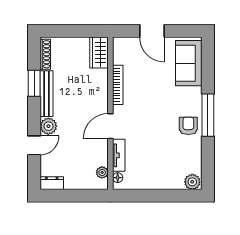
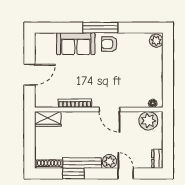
sofa: (189, 63) -> (76, 44), moved
tv unit: (119, 155) -> (134, 102), removed
plant: (102, 172) -> (148, 121), width x1.88, depth x1.88

